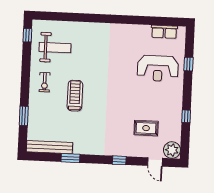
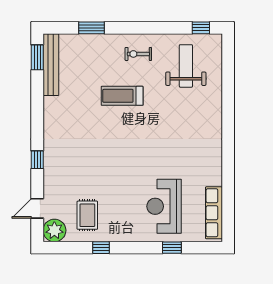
row of seats: (164, 32) -> (214, 213), width x1.48
weight bench: (55, 48) -> (186, 66), turned 180
treadmill: (75, 96) -> (122, 96), turned 180
rug: (146, 128) -> (87, 215), moved
window: (70, 158) -> (37, 57), moved

